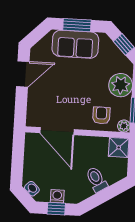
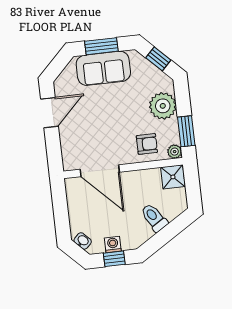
armchair: (101, 115) -> (147, 144), turned 90

